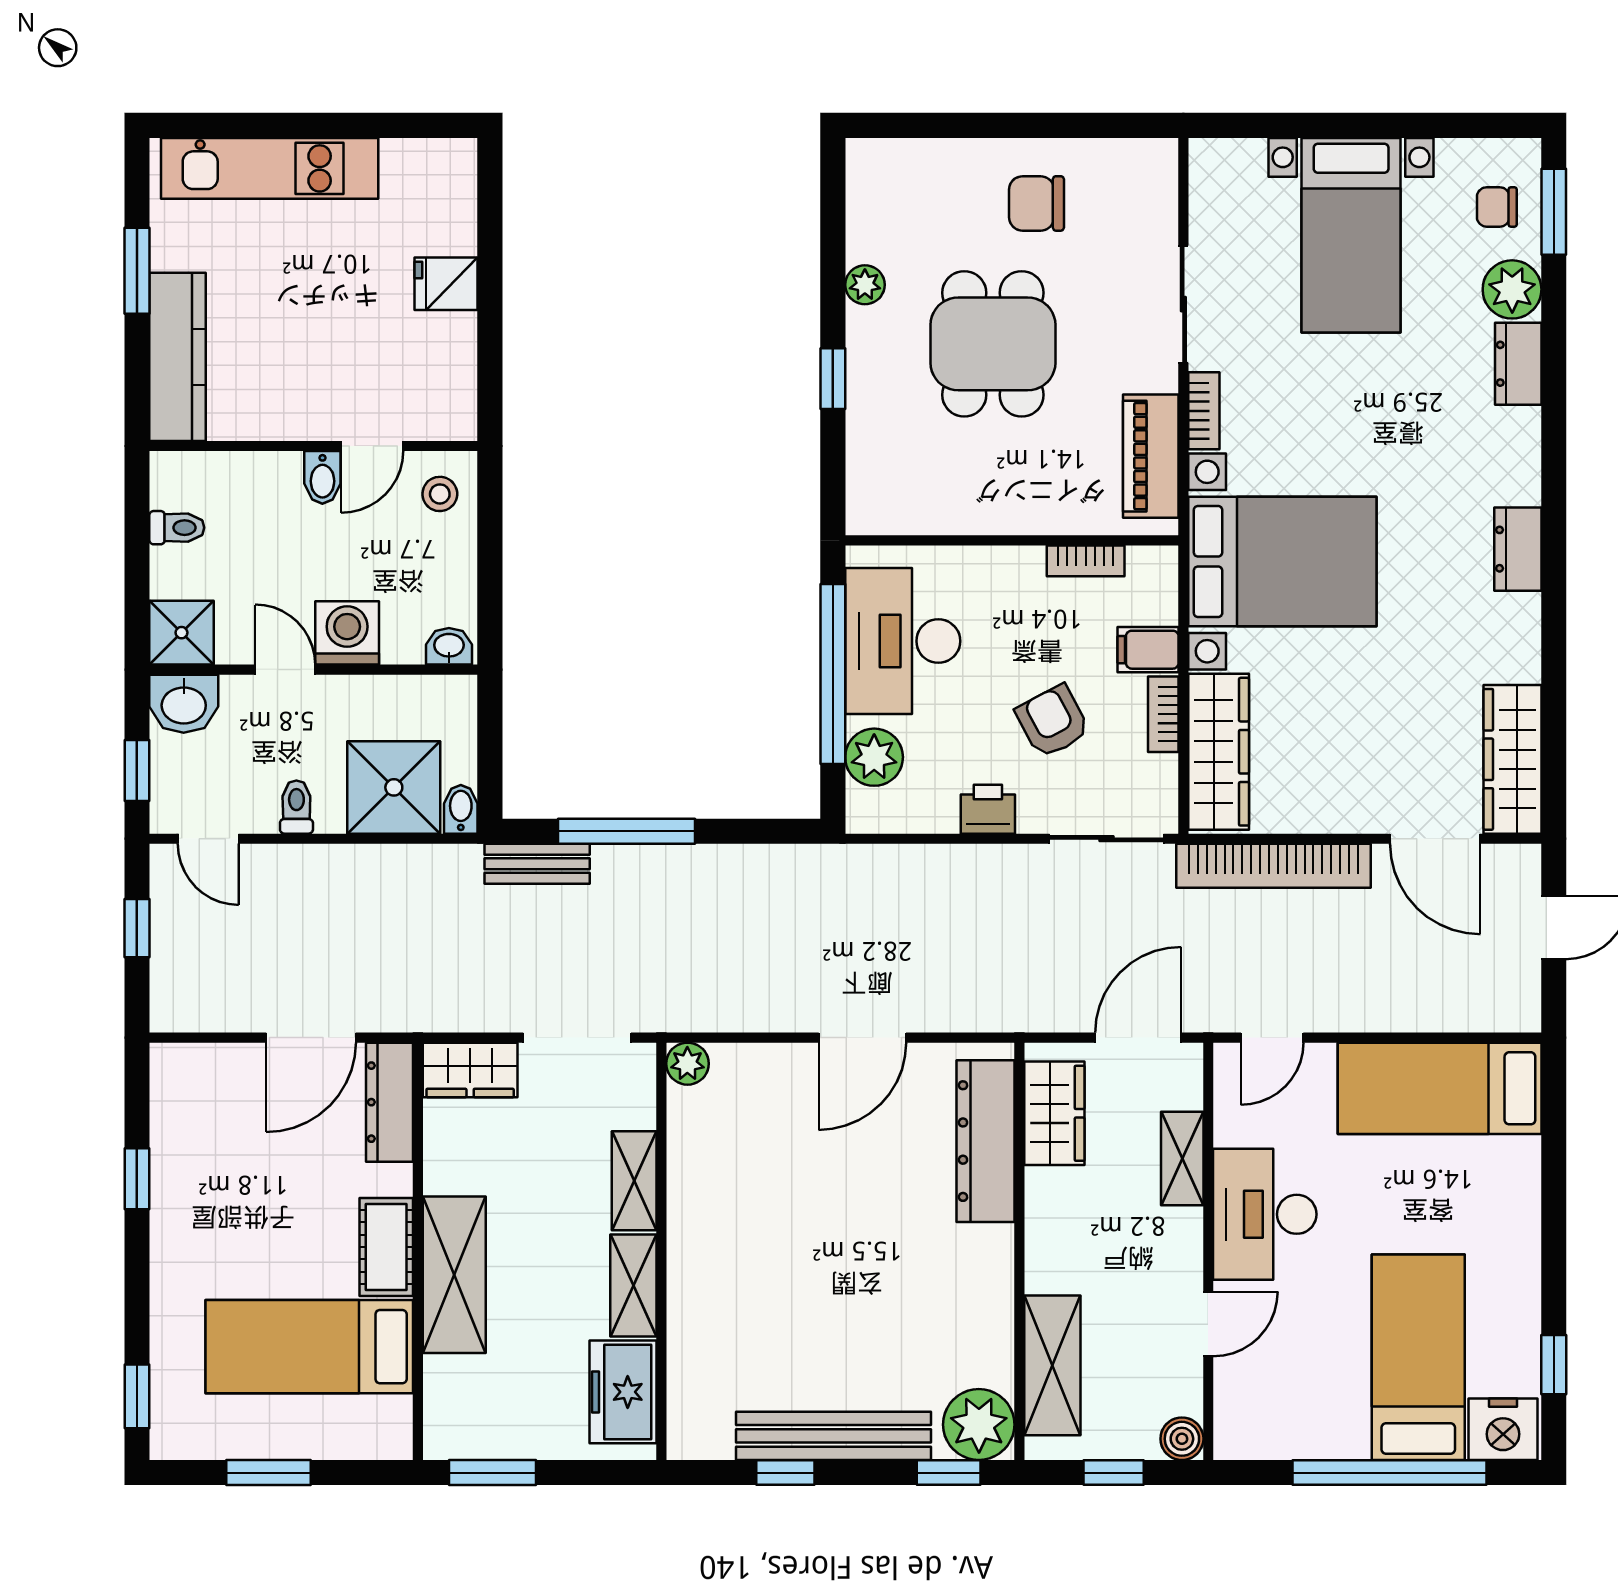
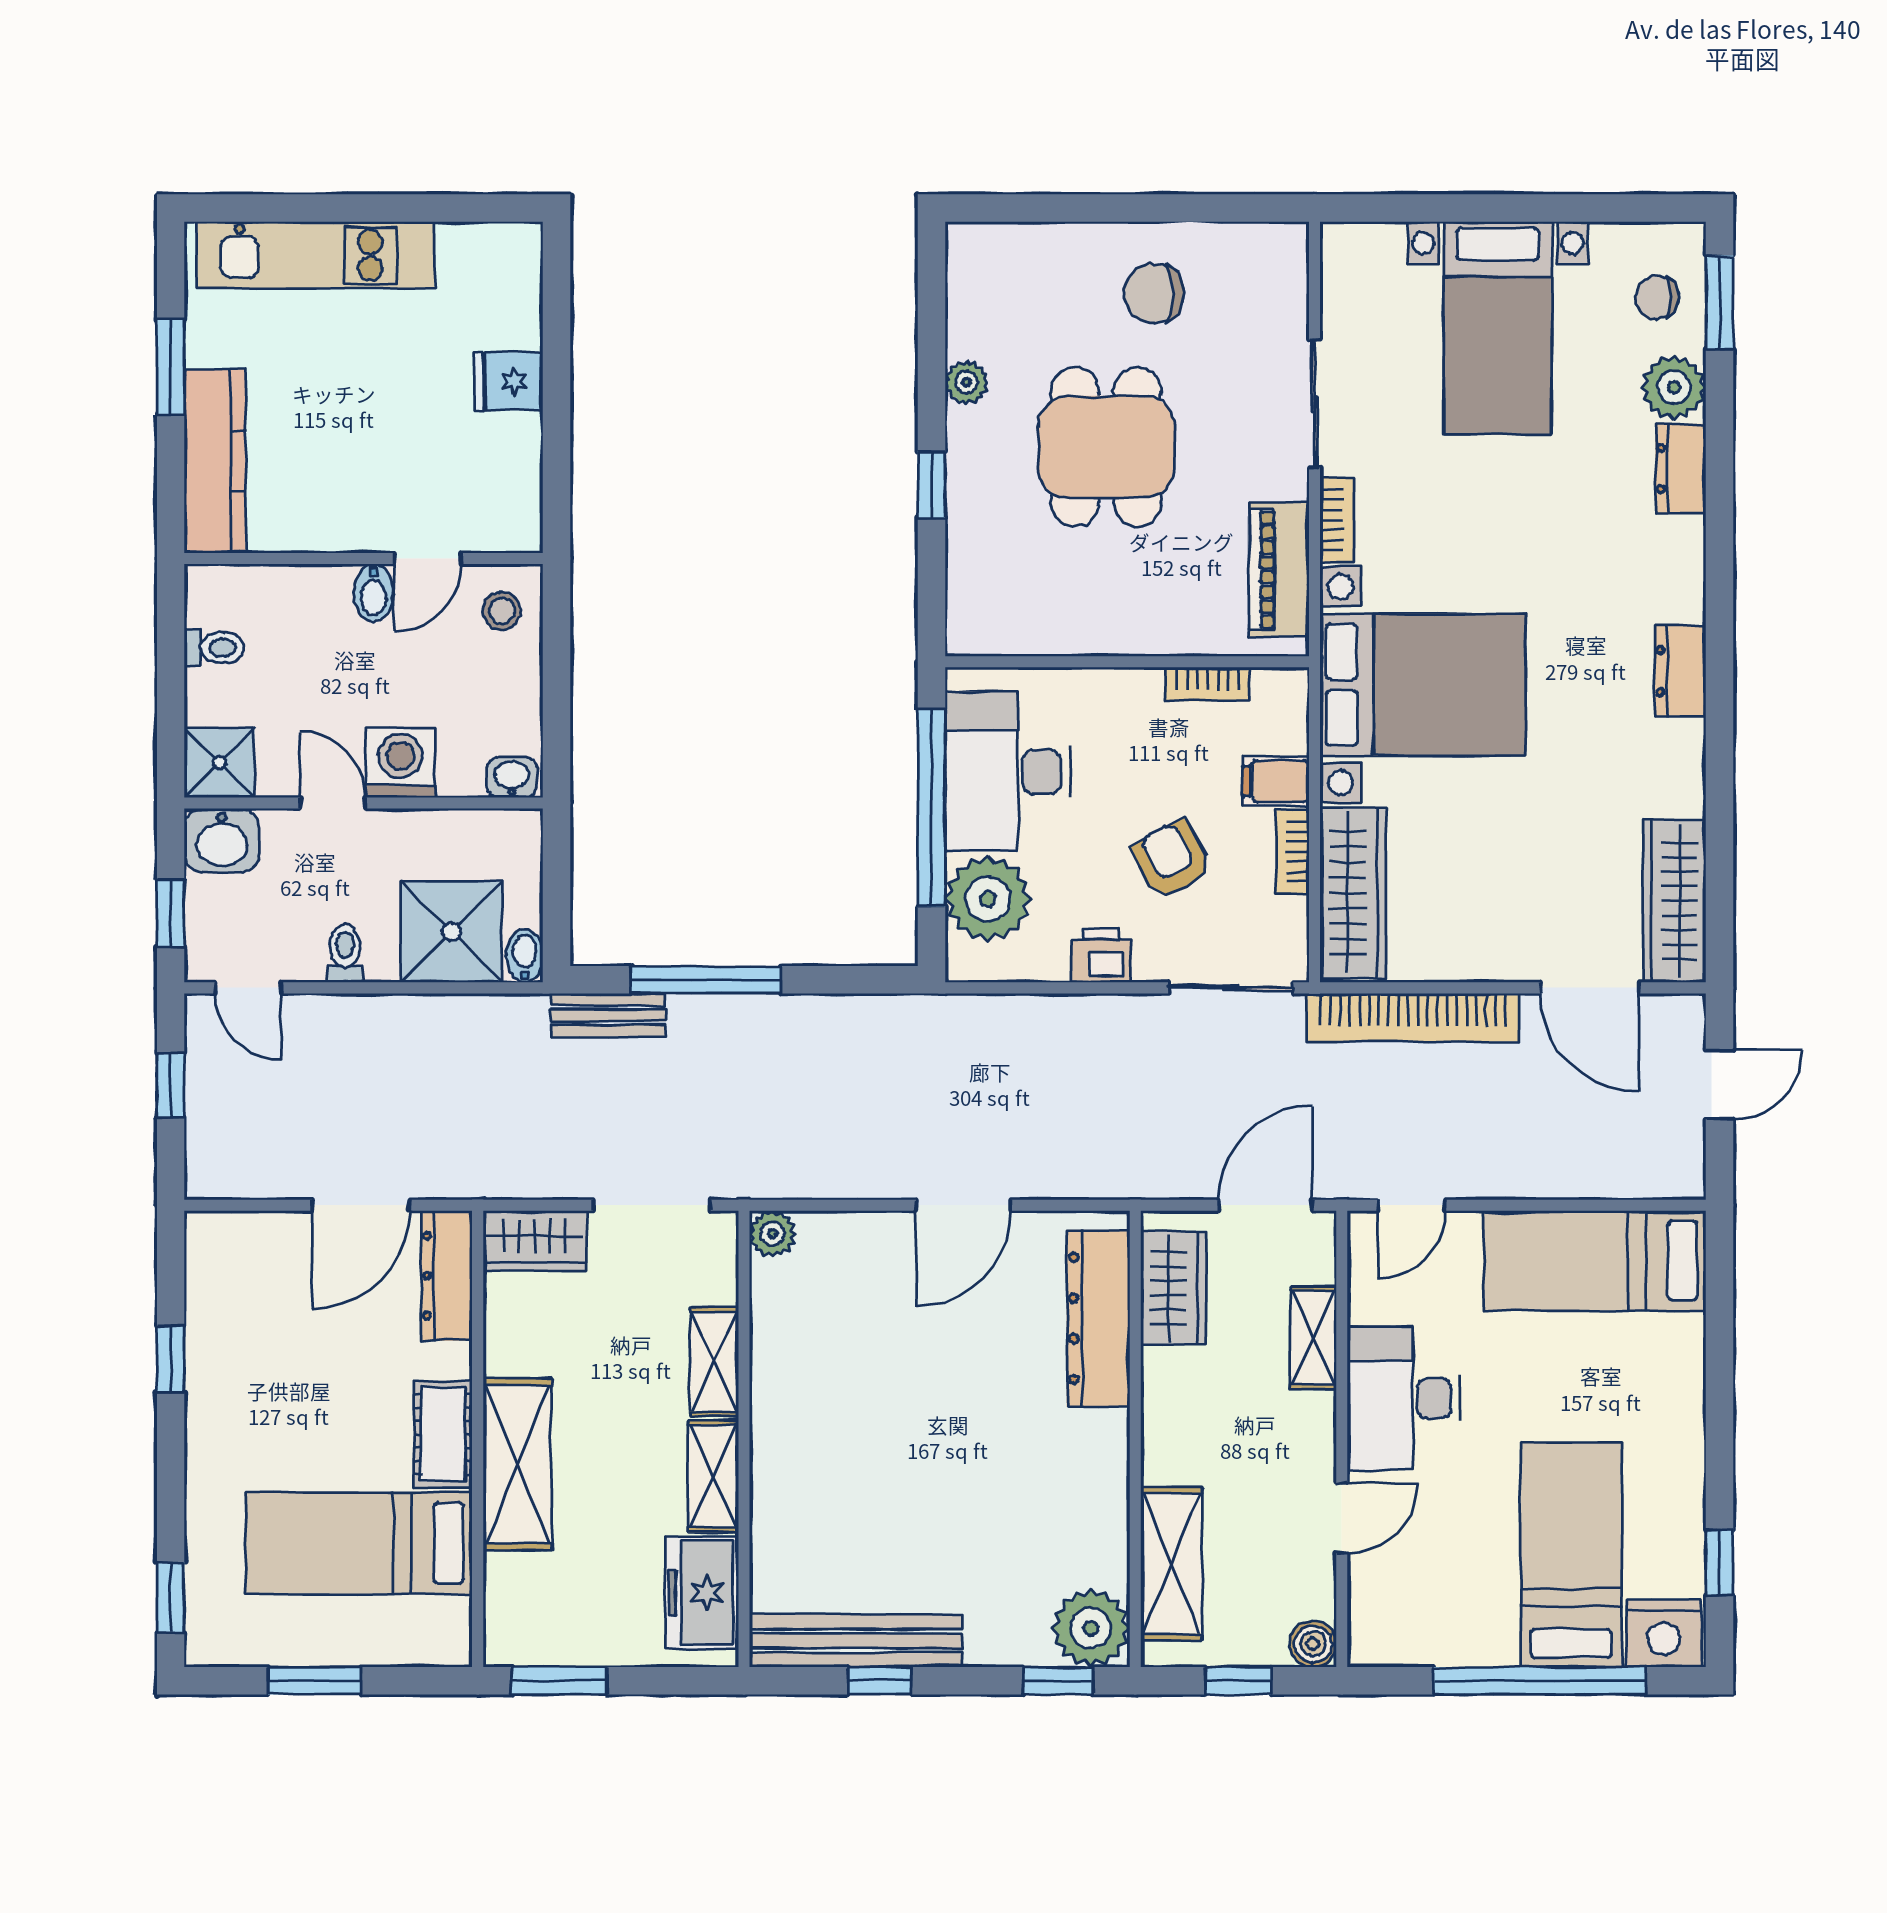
plant: (874, 757) -> (988, 899), width x1.36, depth x1.36
bench: (834, 1436) -> (856, 1641), moved

